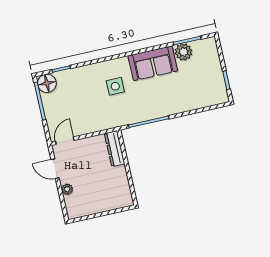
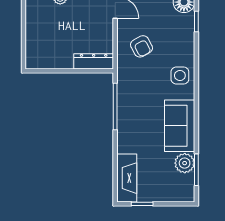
side table: (115, 86) -> (180, 75), moved
fireplace: (207, 98) -> (127, 178), added
armchair: (93, 111) -> (141, 46), added

